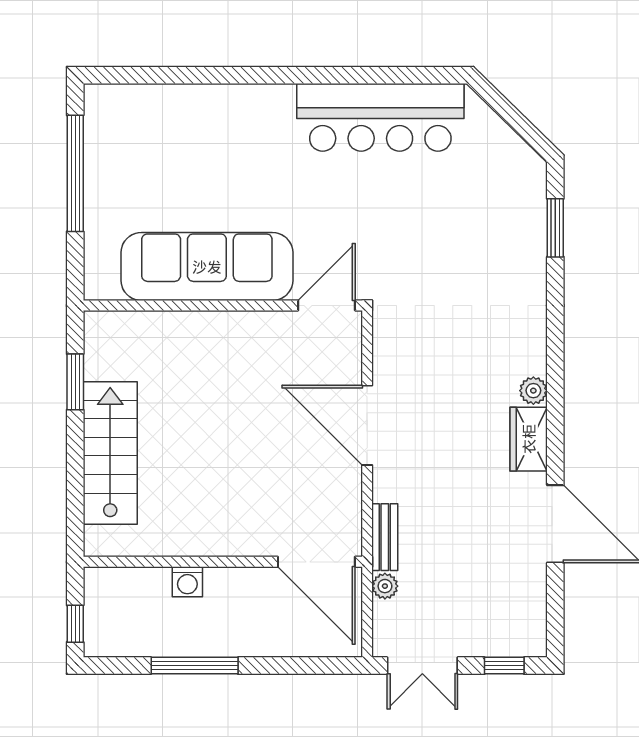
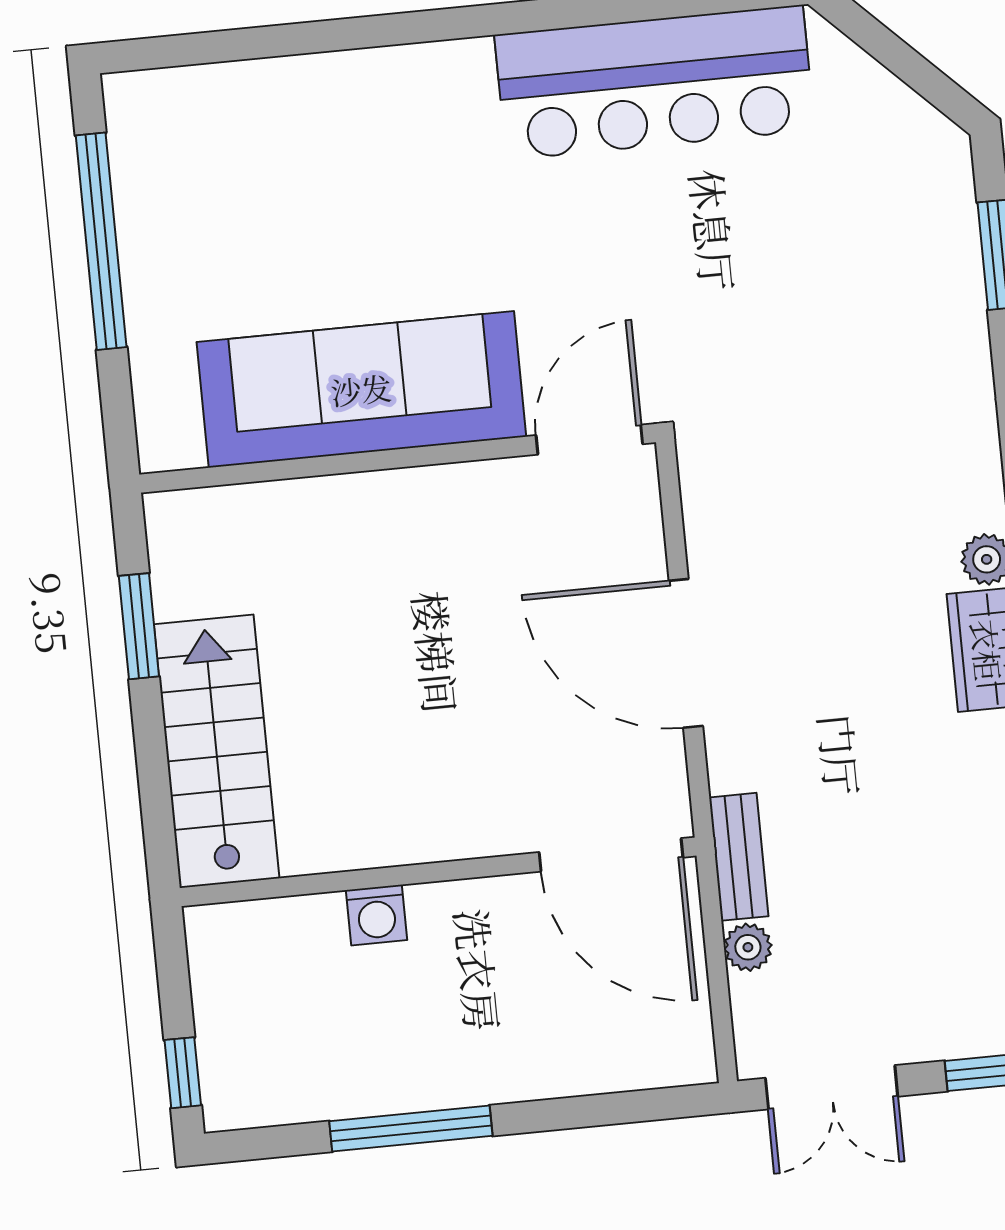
wall: (223, 562) -> (438, 872), moved
door: (316, 562) -> (611, 855), moved
washing machine: (187, 582) -> (376, 915), moved

